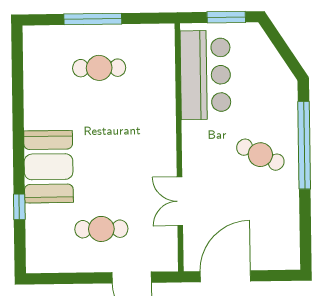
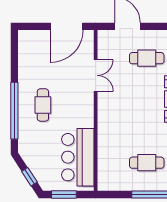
window: (279, 44) -> (29, 177), added
cafe table: (260, 155) -> (43, 105), turned 64

